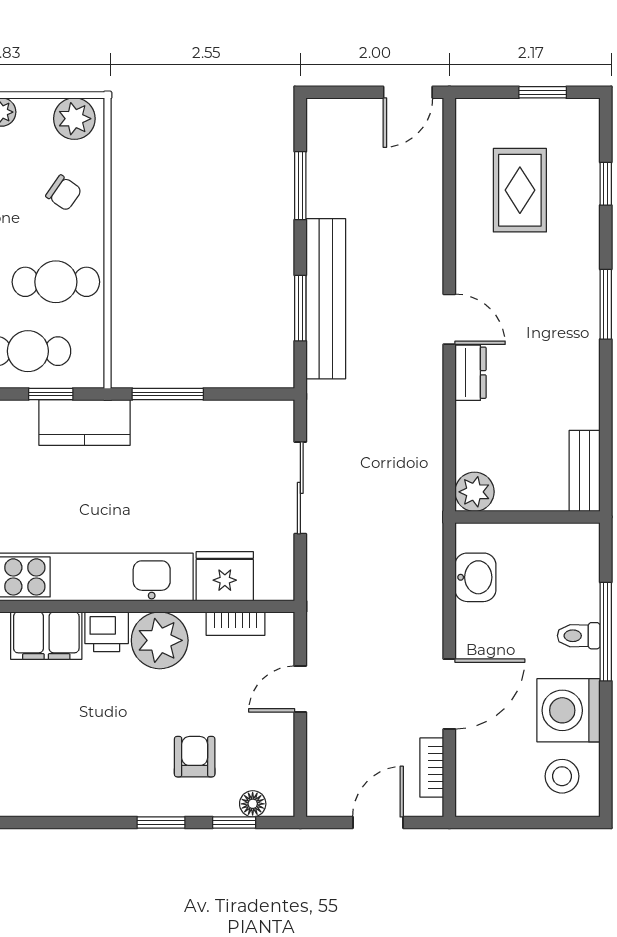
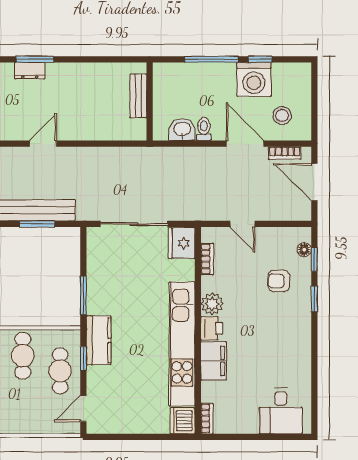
dresser: (470, 373) -> (30, 71), moved, turned 180
bench: (585, 471) -> (138, 96), moved, turned 90
sliding door: (300, 488) -> (134, 224), width x1.37
plant: (475, 492) -> (136, 130), removed
fridge: (225, 576) -> (182, 243), moved
toilet: (579, 636) -> (204, 129), moved, turned 180
plant: (160, 640) -> (212, 304), width x0.73, depth x0.73
window: (606, 722) -> (260, 59), added
stool: (562, 776) -> (282, 115), moved
door: (378, 822) -> (314, 182), width x1.38

